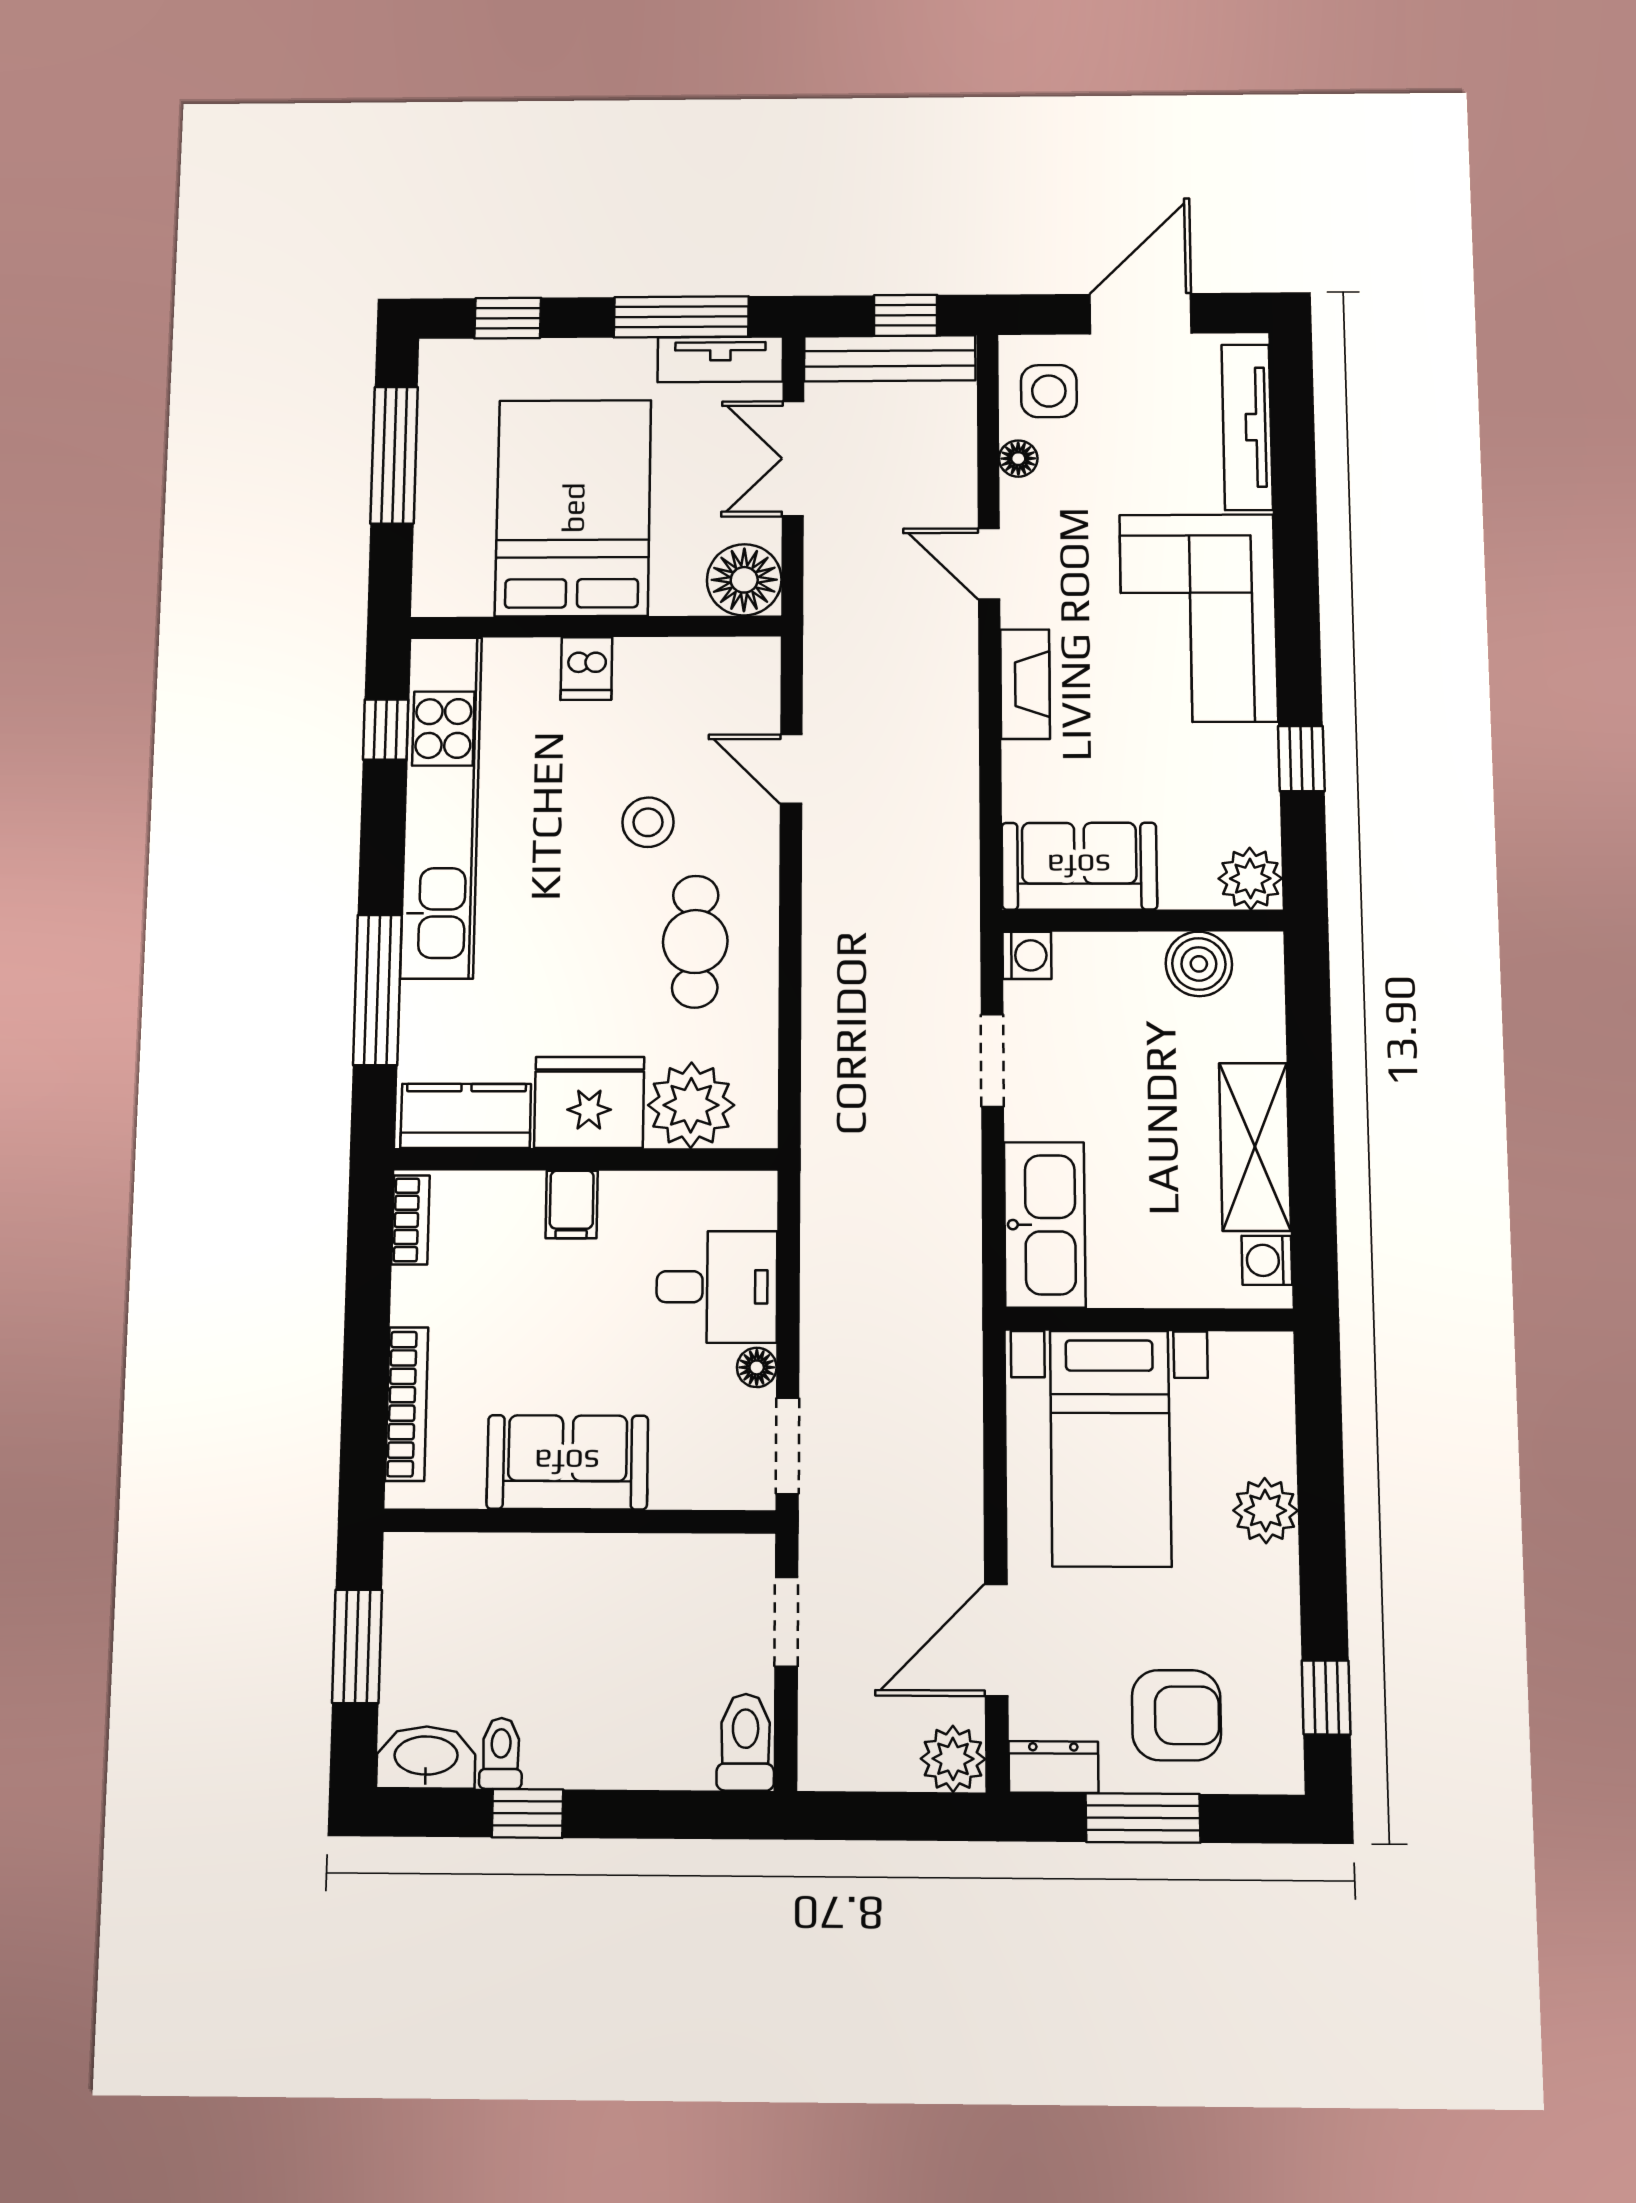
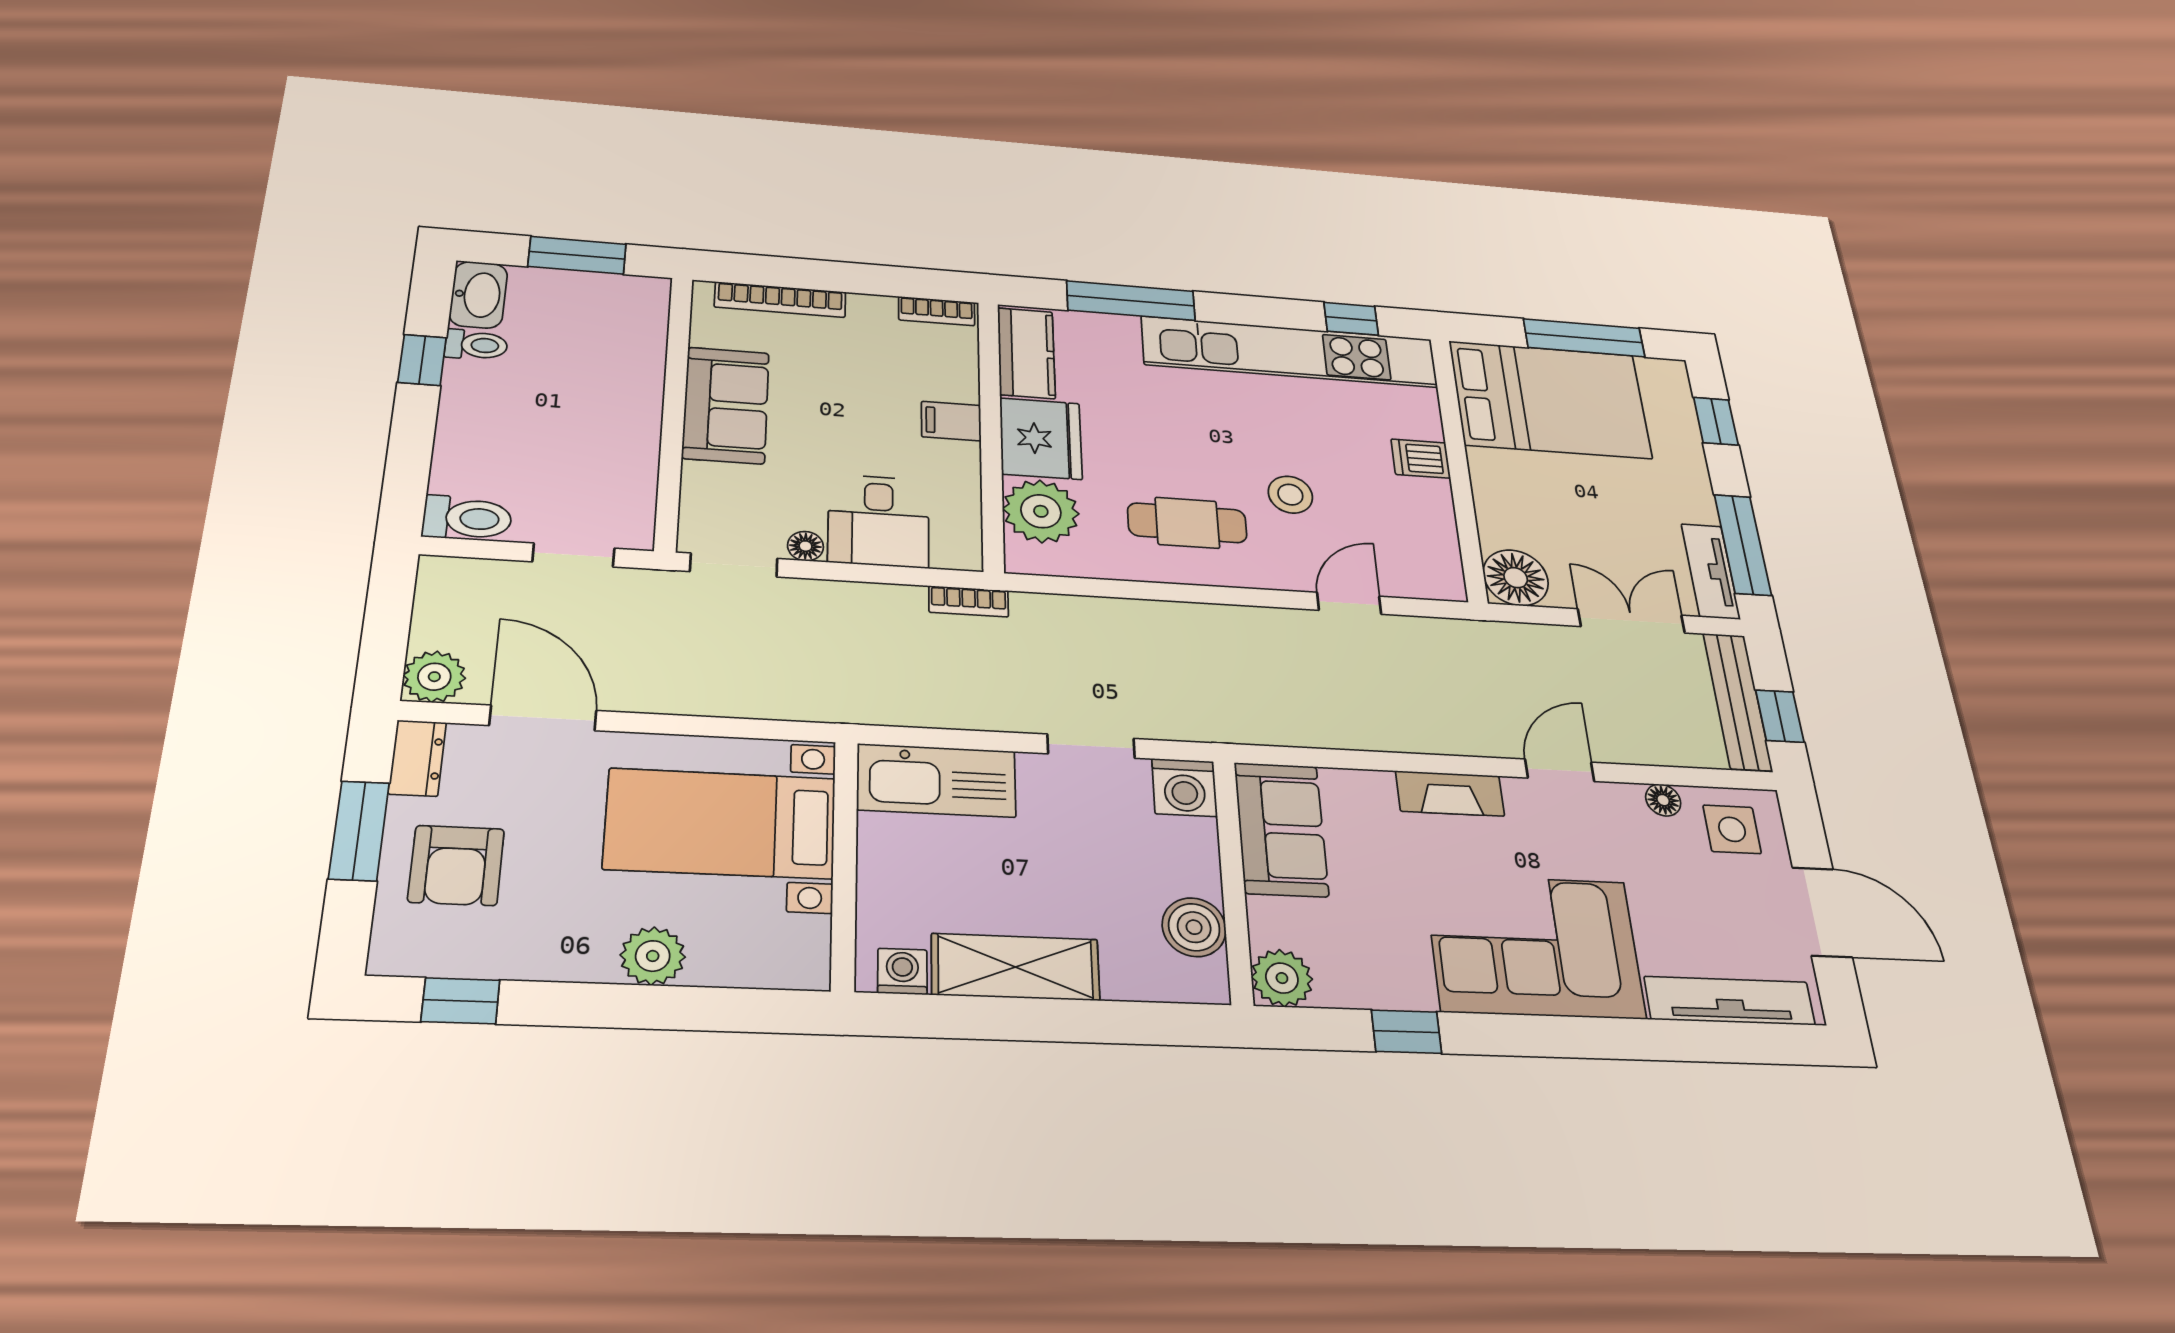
bed: (573, 508) -> (1550, 400), moved
washing machine: (1027, 955) -> (1184, 787), width x1.38, depth x1.38
bookcase: (818, 1188) -> (969, 601), added

